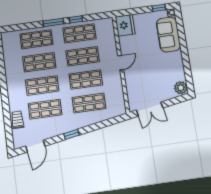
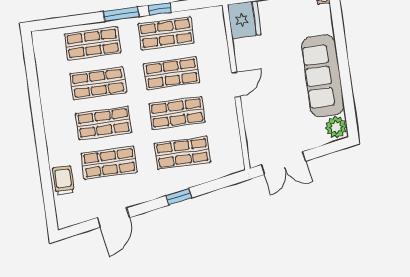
sofa: (168, 35) -> (323, 76), moved, width x1.36
window: (71, 134) -> (179, 197), moved
door: (35, 146) -> (113, 218), moved

